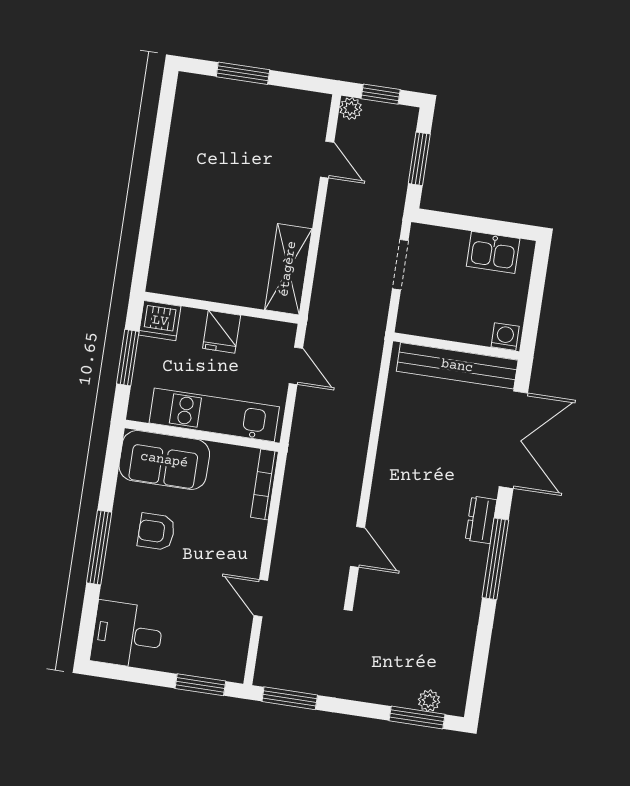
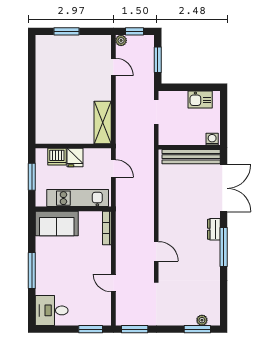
dishwasher: (160, 321) -> (57, 157), moved
armchair: (156, 532) -> (58, 259), removed

